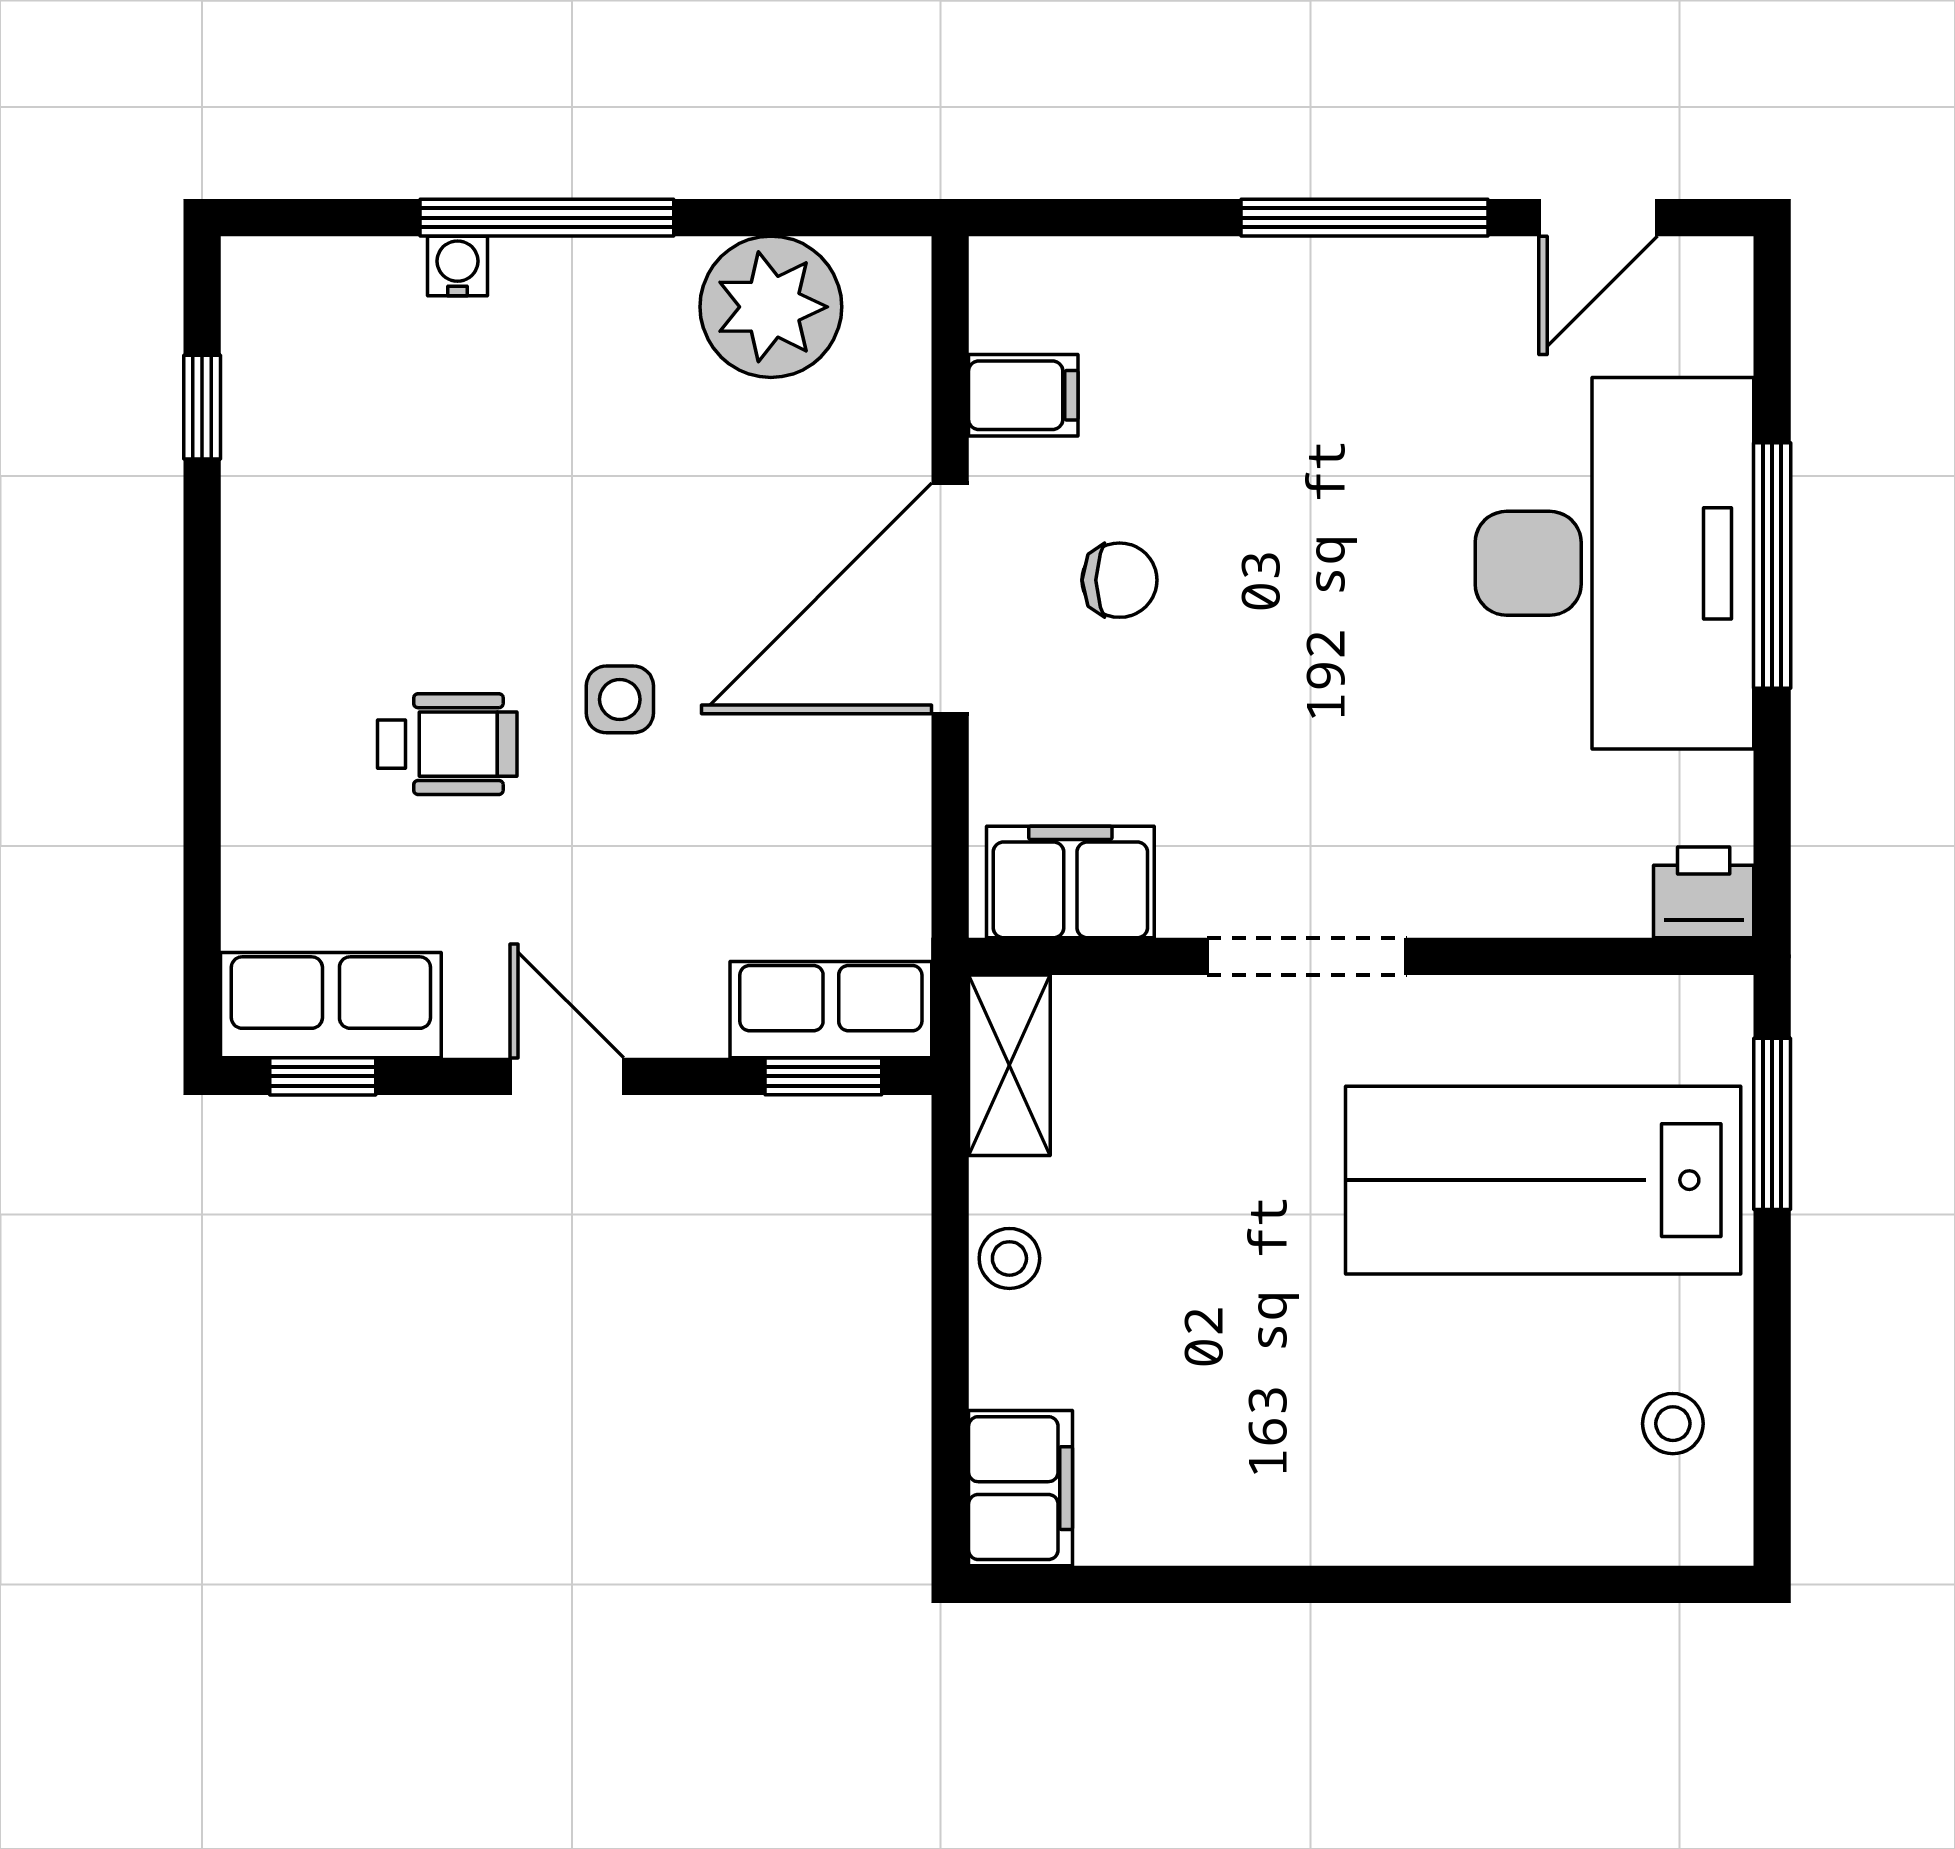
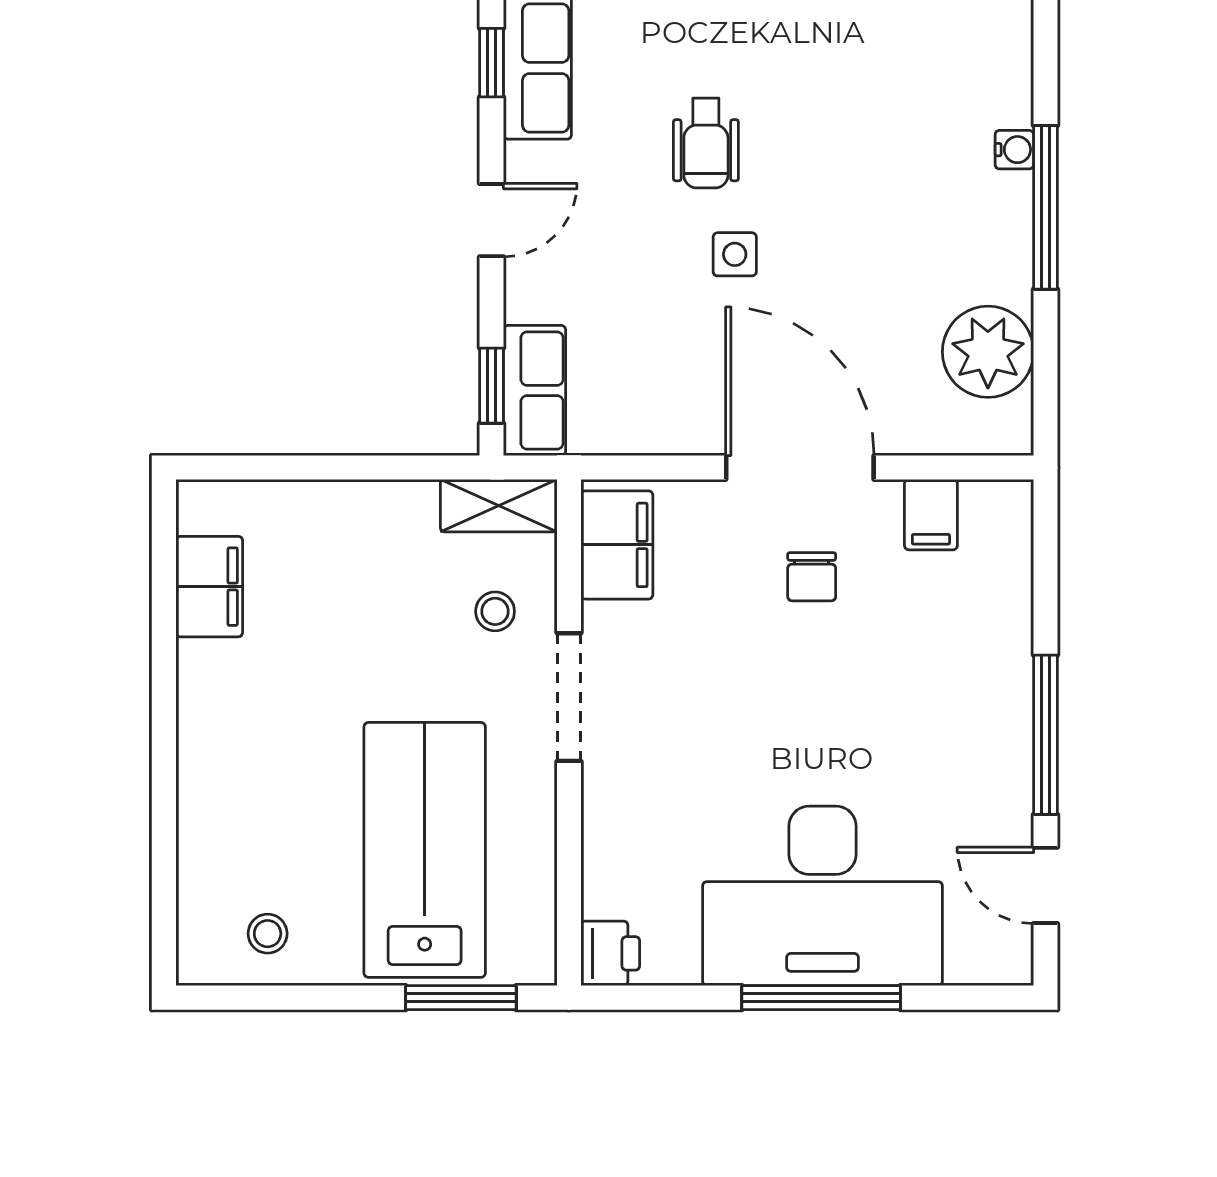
stool: (1009, 1258) -> (495, 611), moved
filing cabinet: (1021, 1488) -> (209, 587), moved, turned -90

